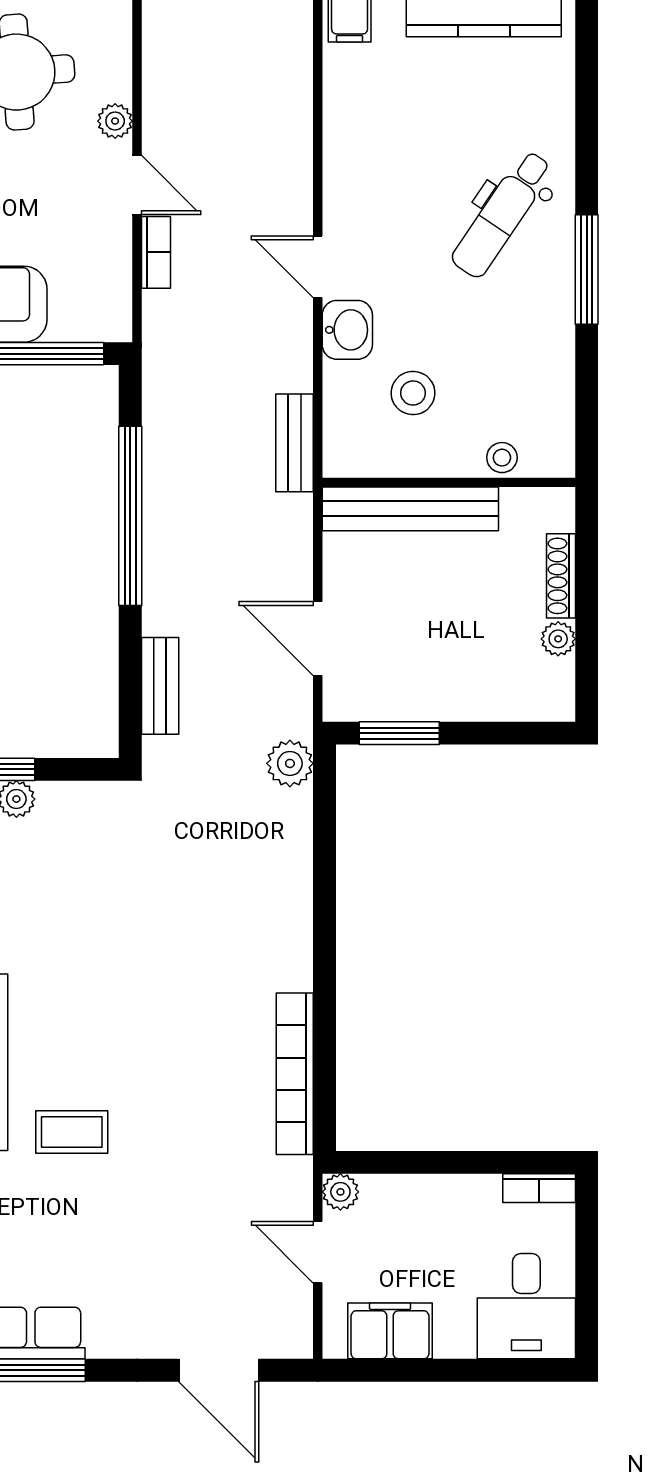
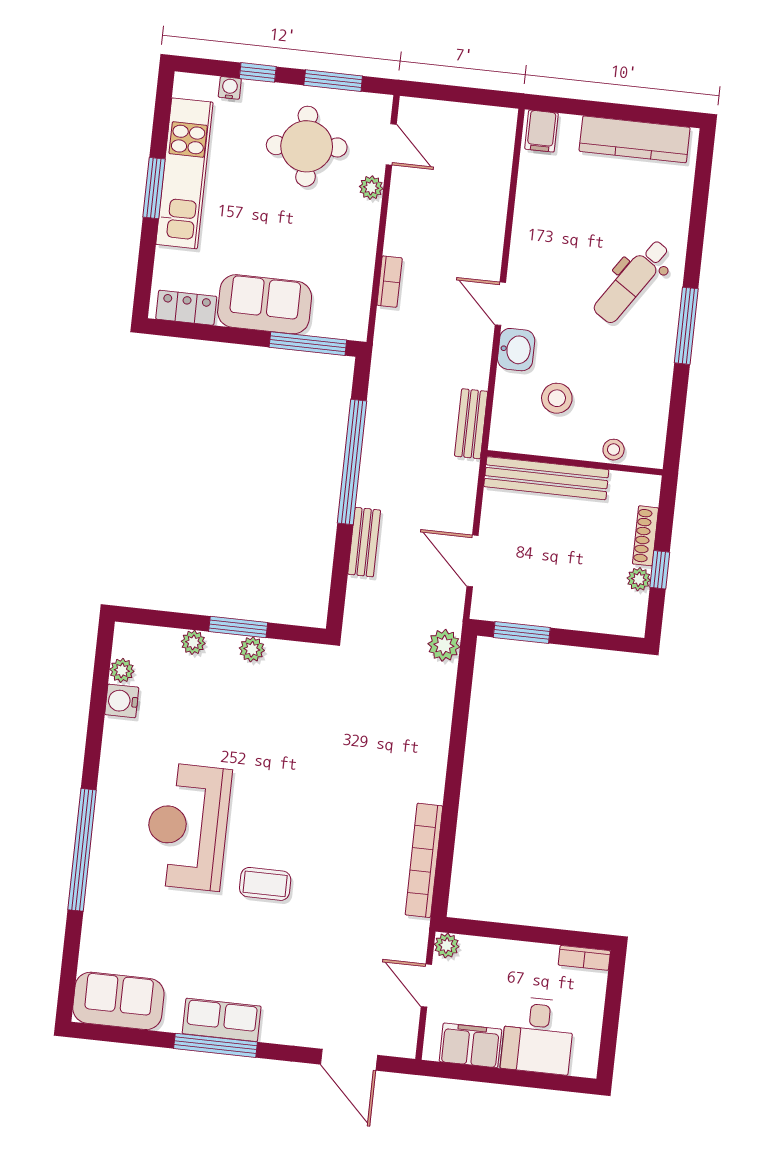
door: (137, 185) -> (391, 144), moved
window: (587, 622) -> (660, 570), added
bench: (160, 686) -> (364, 542), moved
desk: (526, 1306) -> (538, 1035), moved

